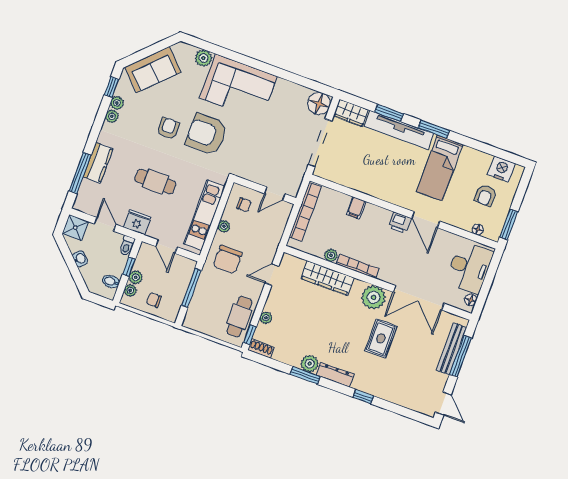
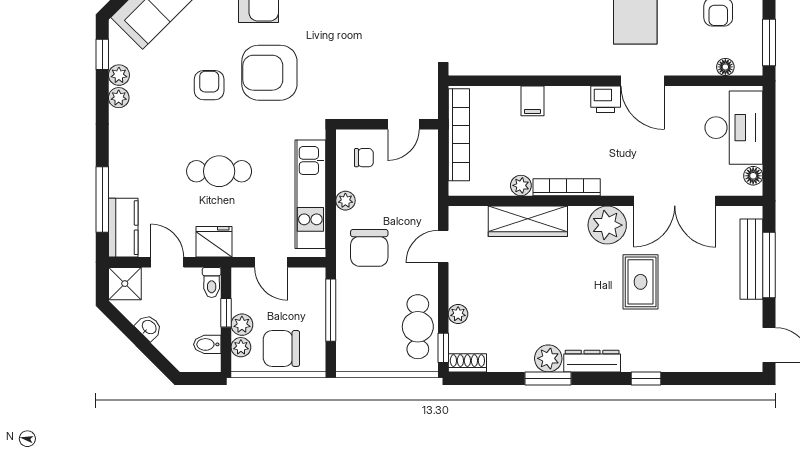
kitchen counter: (98, 163) -> (123, 228), moved
chair: (154, 300) -> (281, 348), width x1.87, depth x1.87

